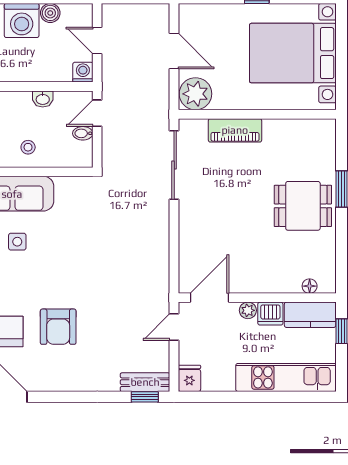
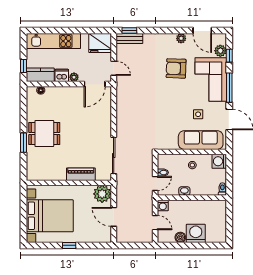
armchair: (58, 327) -> (176, 68), turned -88
door: (174, 327) -> (114, 68), hinge flipped
fridge: (189, 378) -> (100, 43), width x1.88, depth x1.34
plant: (49, 383) -> (181, 38), added

